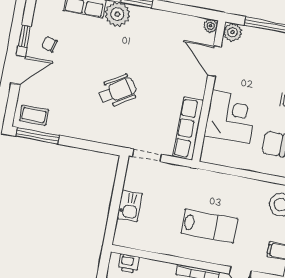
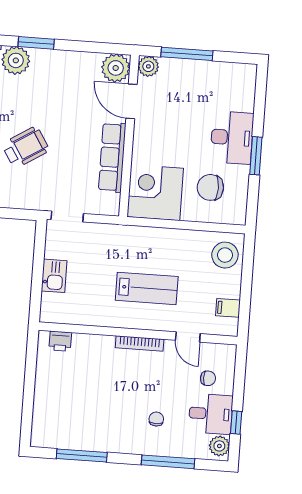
plant: (211, 26) -> (116, 68), width x1.88, depth x1.88
corner desk: (231, 117) -> (155, 193), moved, turned -90
row of seats: (188, 128) -> (112, 157), moved

